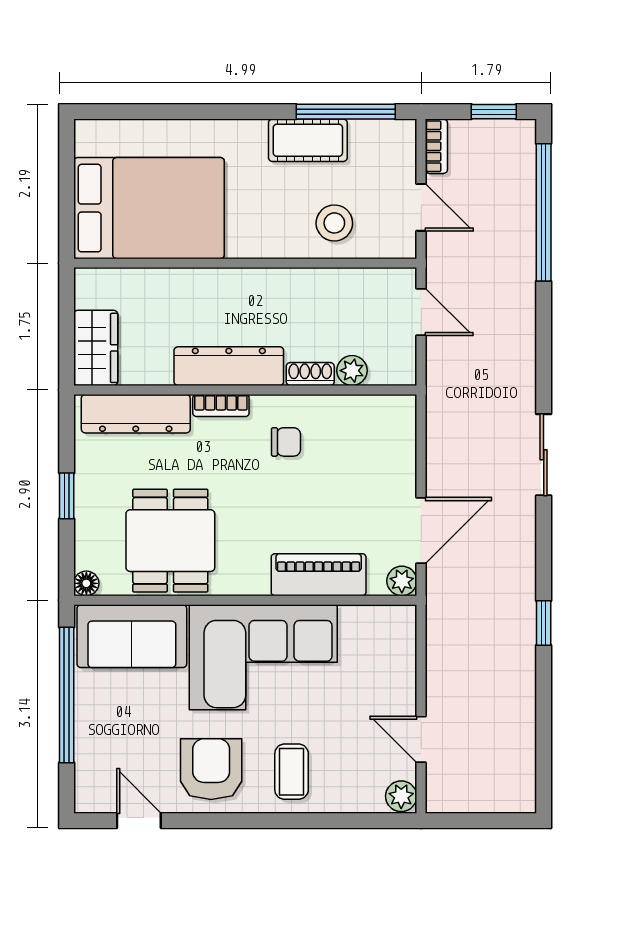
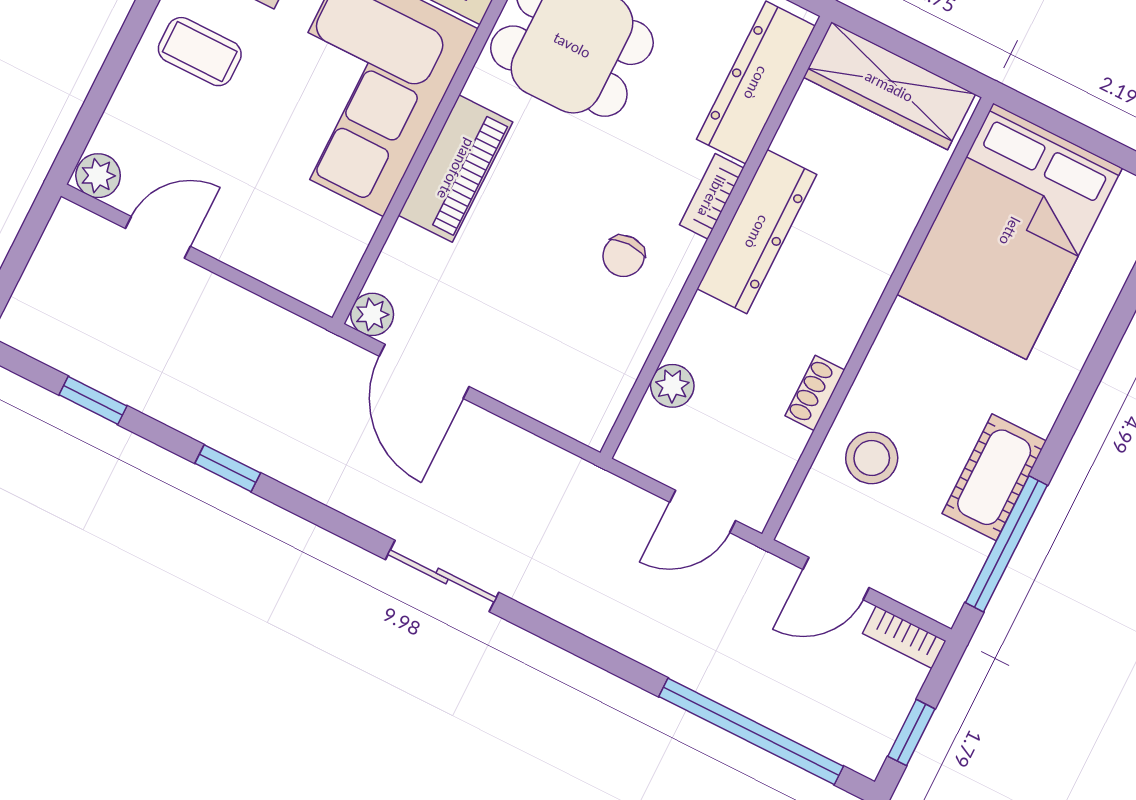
wardrobe: (96, 348) -> (889, 86), width x1.50
shoe rack: (310, 374) -> (815, 393), moved, turned 180
piano: (319, 575) -> (456, 169), moved
window: (544, 729) -> (93, 400), added

